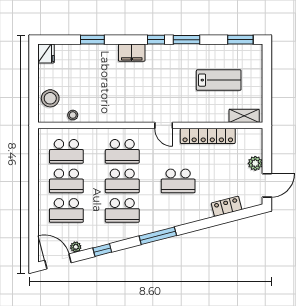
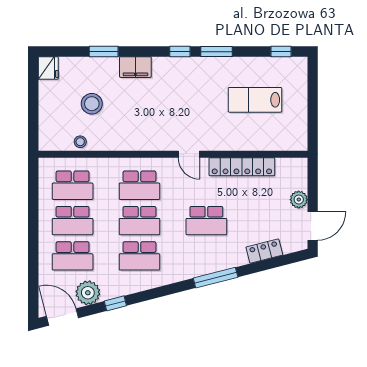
window: (240, 40) -> (281, 52), width x0.67
filing cabinet: (132, 53) -> (135, 67), moved
lab bench: (219, 80) -> (255, 100), turned 180
stool: (50, 98) -> (92, 104), moved
shelving: (244, 116) -> (285, 143), removed
window: (158, 236) -> (216, 278), moved
plant: (76, 247) -> (88, 293), width x1.87, depth x1.87

